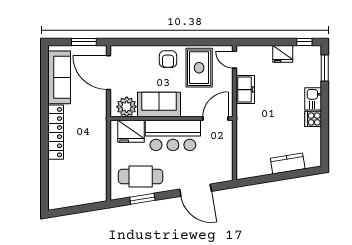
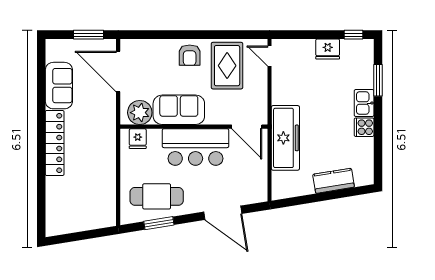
window: (325, 68) -> (378, 80), moved
sofa: (59, 77) -> (59, 86), width x0.73
freezer: (245, 90) -> (285, 138), moved, width x1.91, depth x1.26
door: (216, 118) -> (247, 127), swing flipped
fridge: (131, 131) -> (138, 139), width x0.53, depth x0.75

